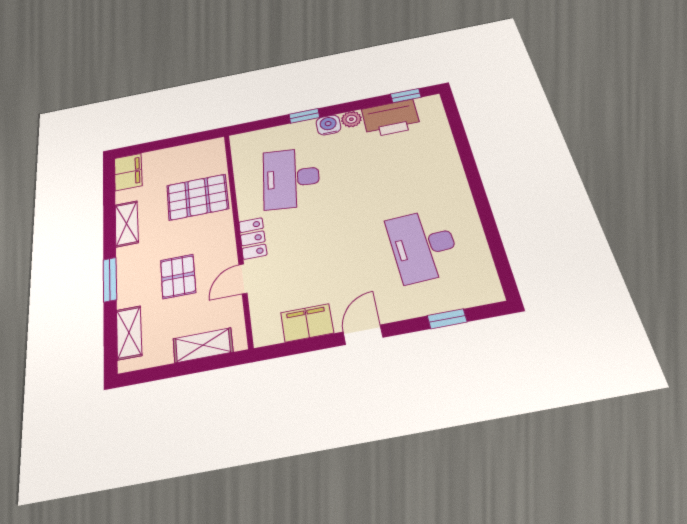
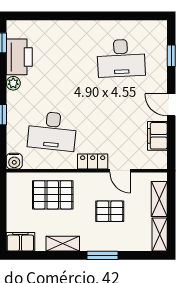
water cooler: (328, 125) -> (14, 161), moved, turned -90
pallet: (197, 197) -> (53, 195), turned 90
shelving: (129, 333) -> (160, 235), moved, turned 90

